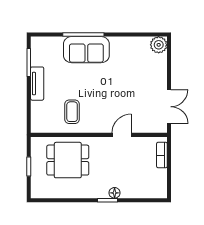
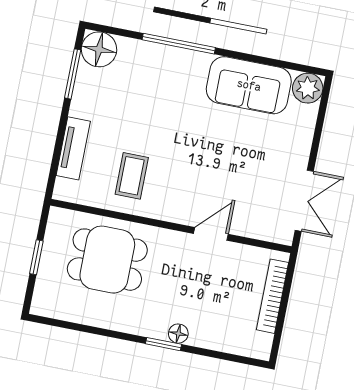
floor lamp: (41, 46) -> (99, 49), added
sofa: (86, 50) -> (249, 85), moved
tv unit: (37, 84) -> (73, 148), moved
bookcase: (162, 155) -> (272, 296), width x1.56

